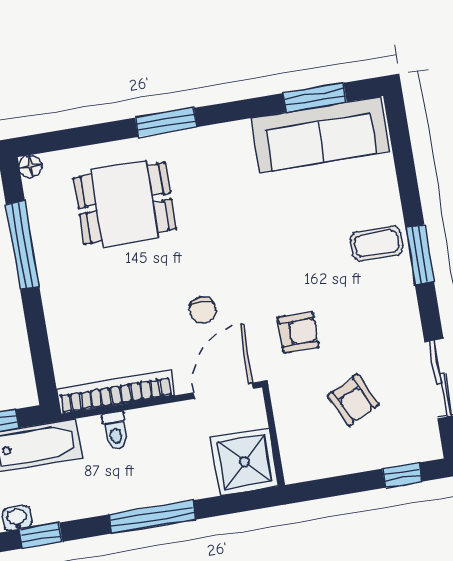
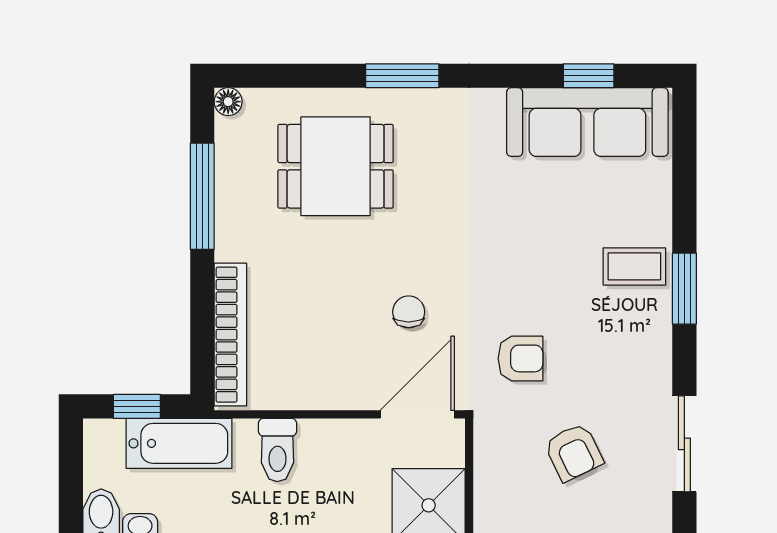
window: (315, 97) -> (589, 76), width x0.67
chair: (203, 310) -> (409, 312), turned 180
bookcase: (115, 392) -> (230, 335), moved, turned 90
toilet: (115, 431) -> (277, 450), width x1.37, depth x1.39

